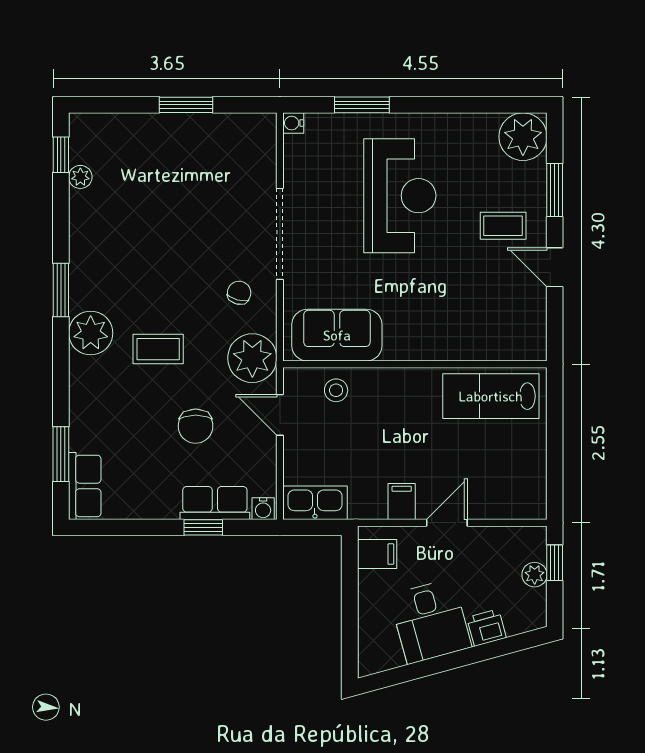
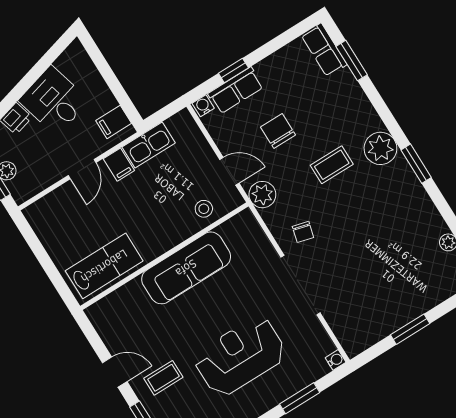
reception desk: (400, 196) -> (240, 356), turned 90
sofa: (337, 335) -> (186, 268), moved, width x1.36
plant: (252, 358) -> (262, 195), width x0.73, depth x0.73
kitchen sink: (315, 503) -> (149, 145), moved

